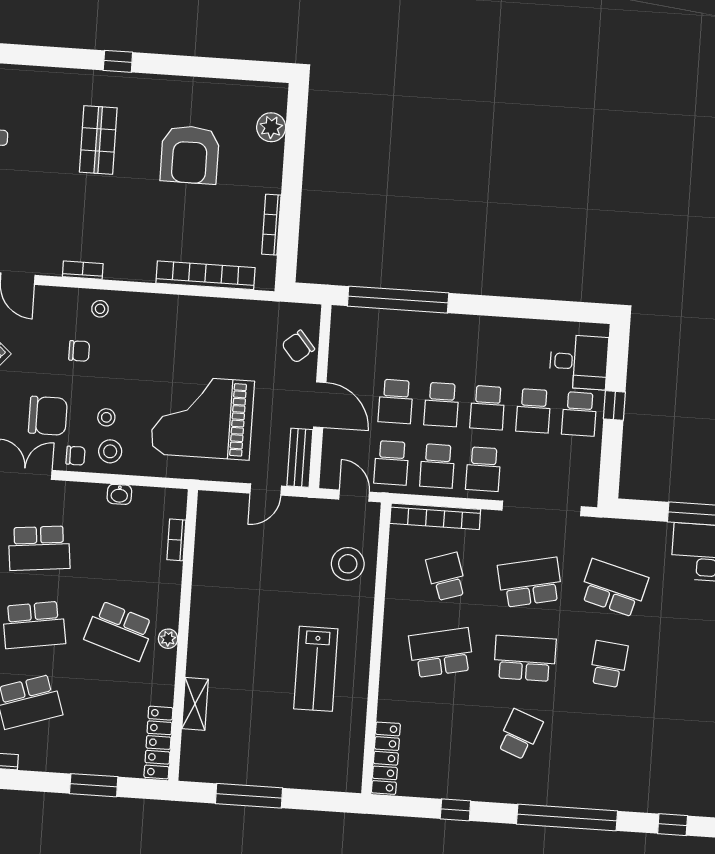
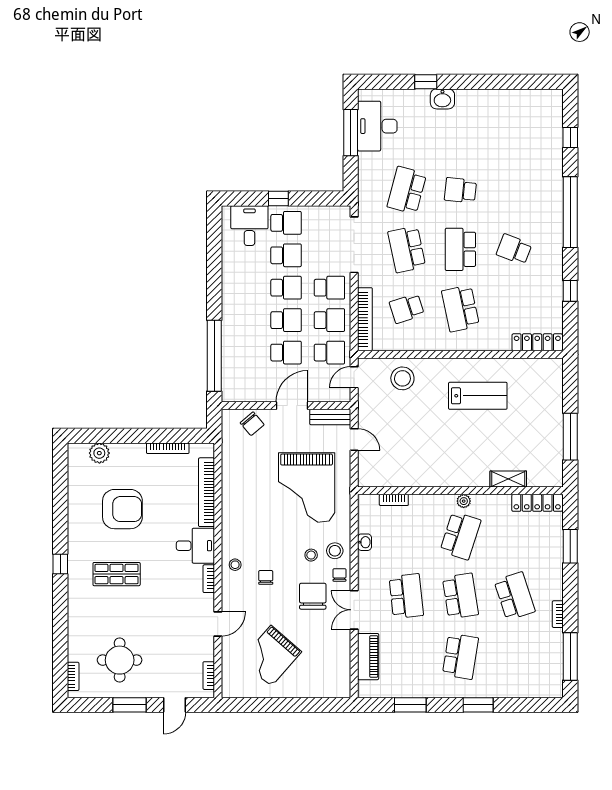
desk: (131, 254) -> (195, 546), added

